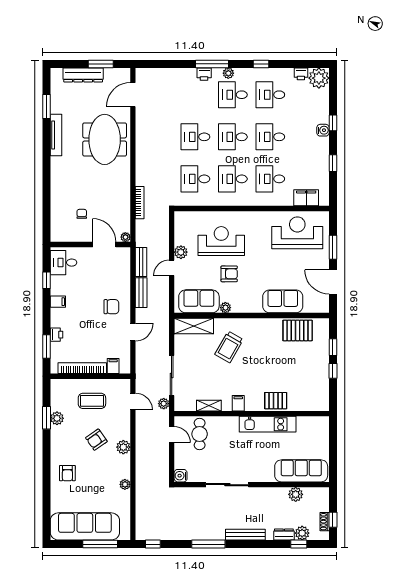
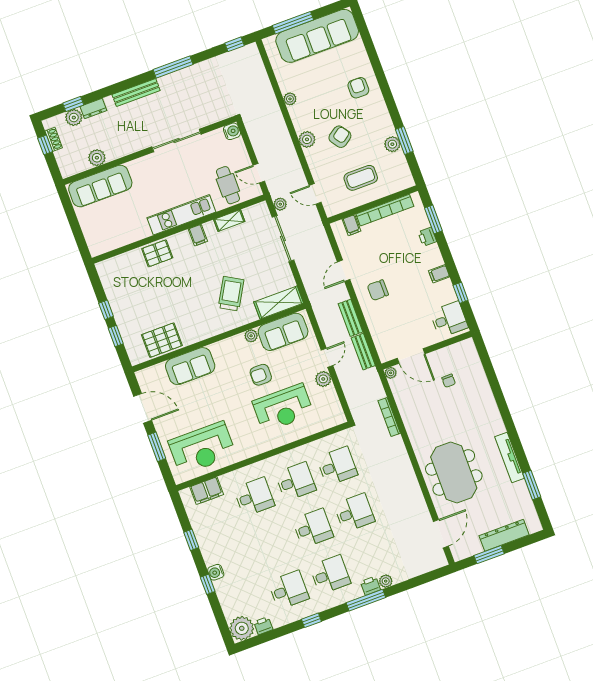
plant: (228, 73) -> (386, 581), moved
desk: (270, 137) -> (271, 543), removed
kitchen unit: (268, 424) -> (181, 215), moved

